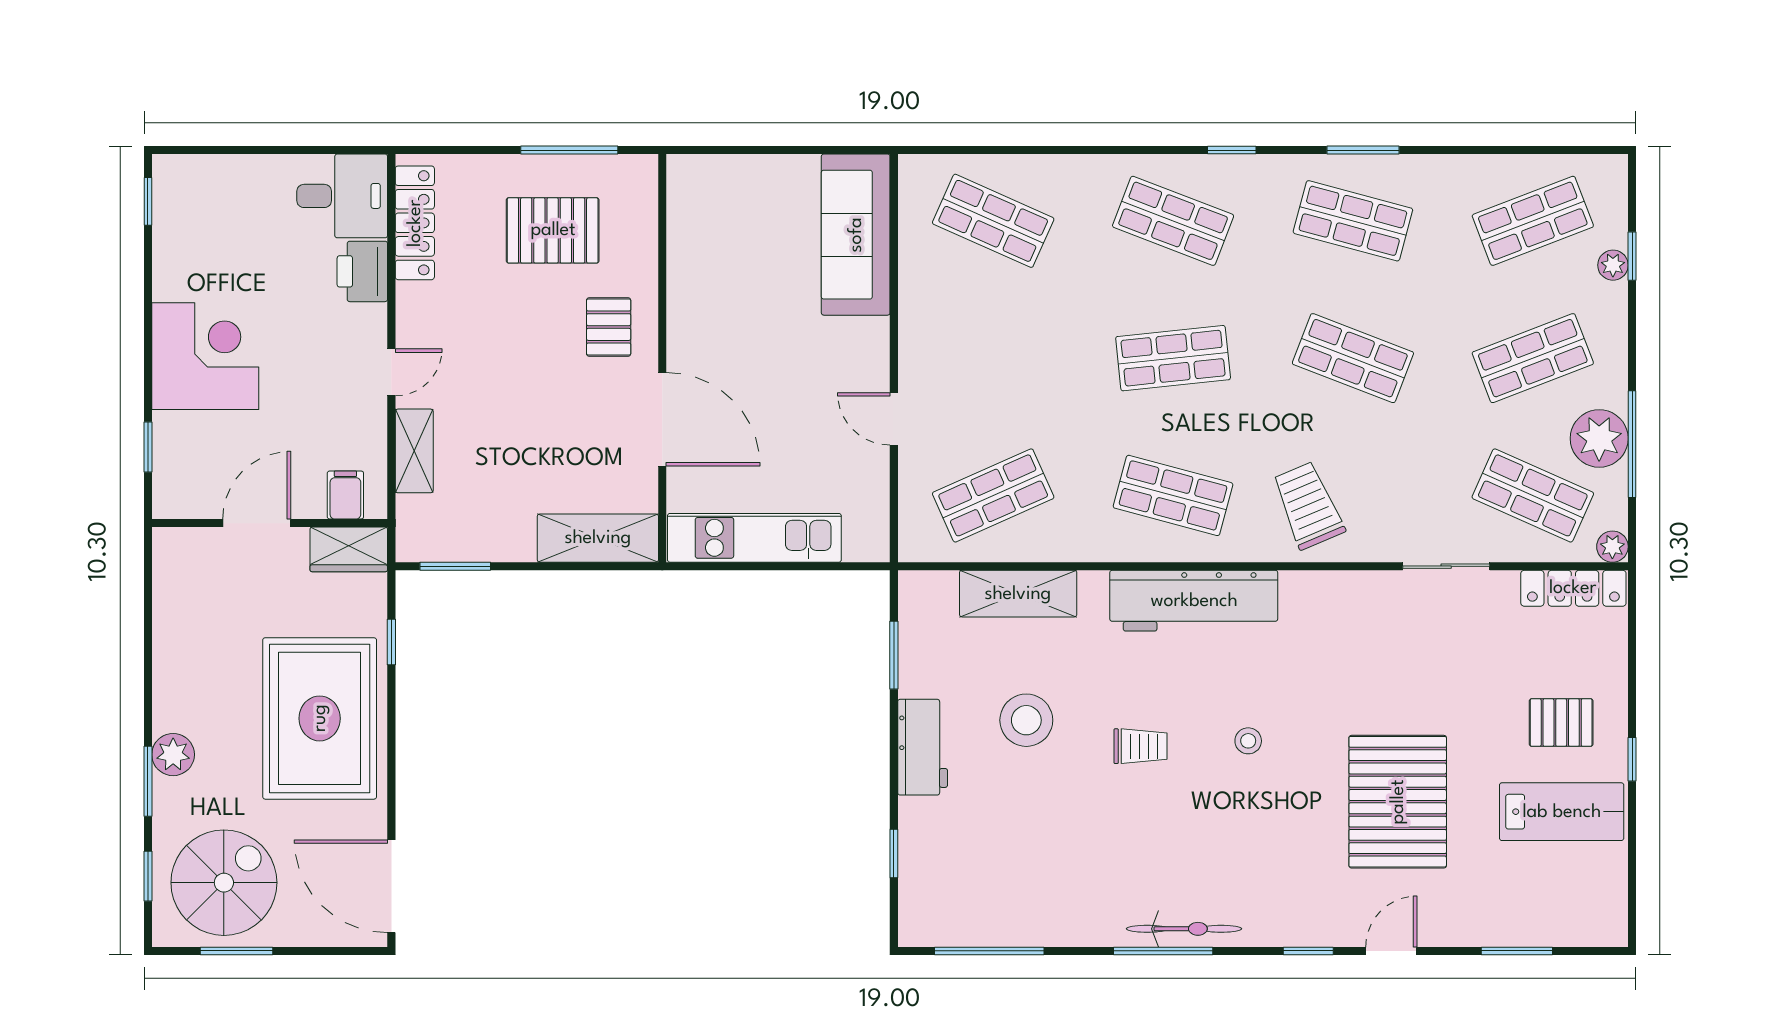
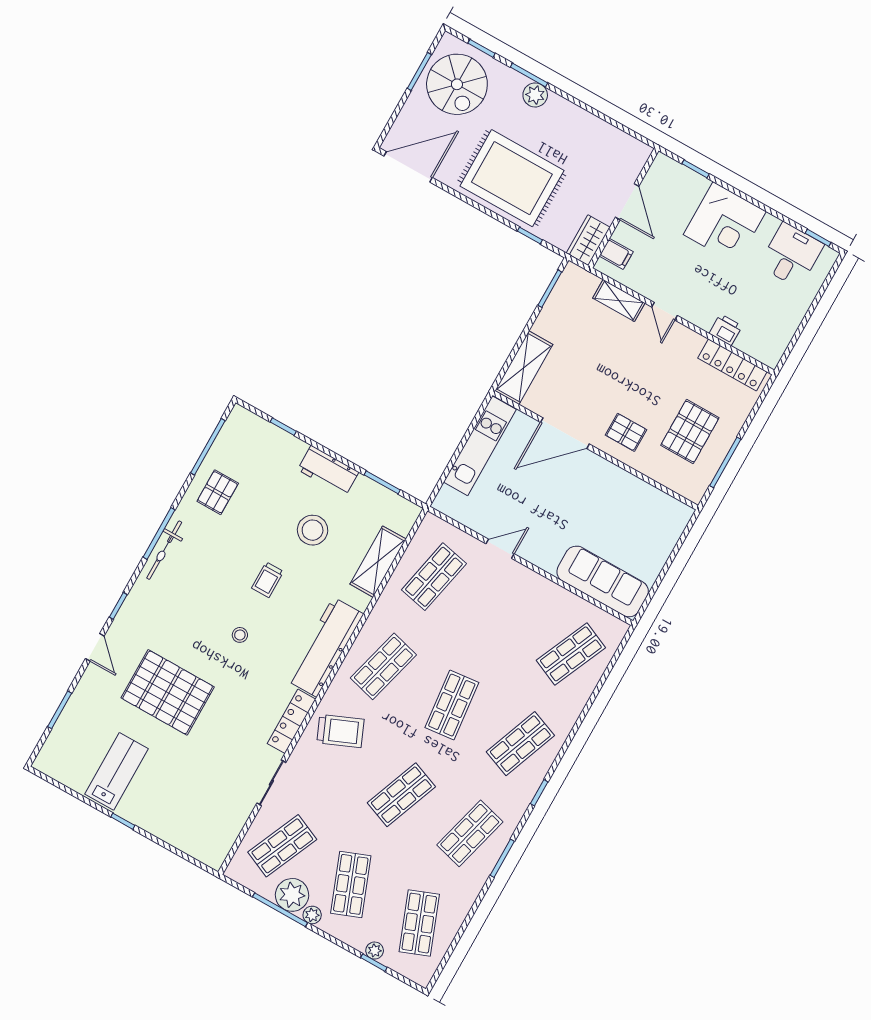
desk: (342, 196) -> (791, 255), moved, turned 180
printer: (362, 271) -> (726, 330), width x0.73, depth x0.81
shop shelf: (993, 495) -> (434, 577), turned 36
plant: (1612, 547) -> (312, 915), moved
locker: (1573, 588) -> (291, 721), moved
pallet: (1561, 723) -> (218, 492), moved
lab bench: (1562, 812) -> (117, 771), turned 180

